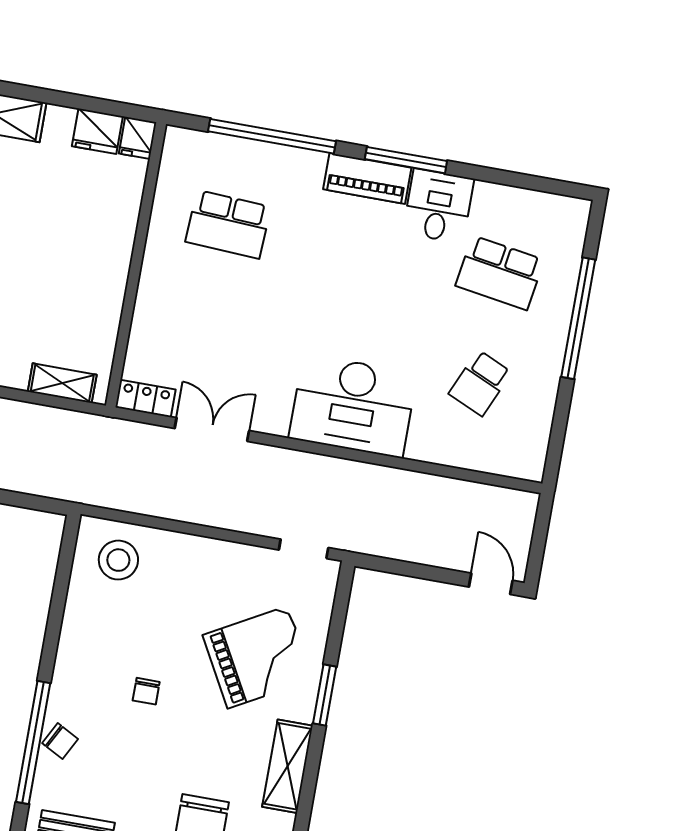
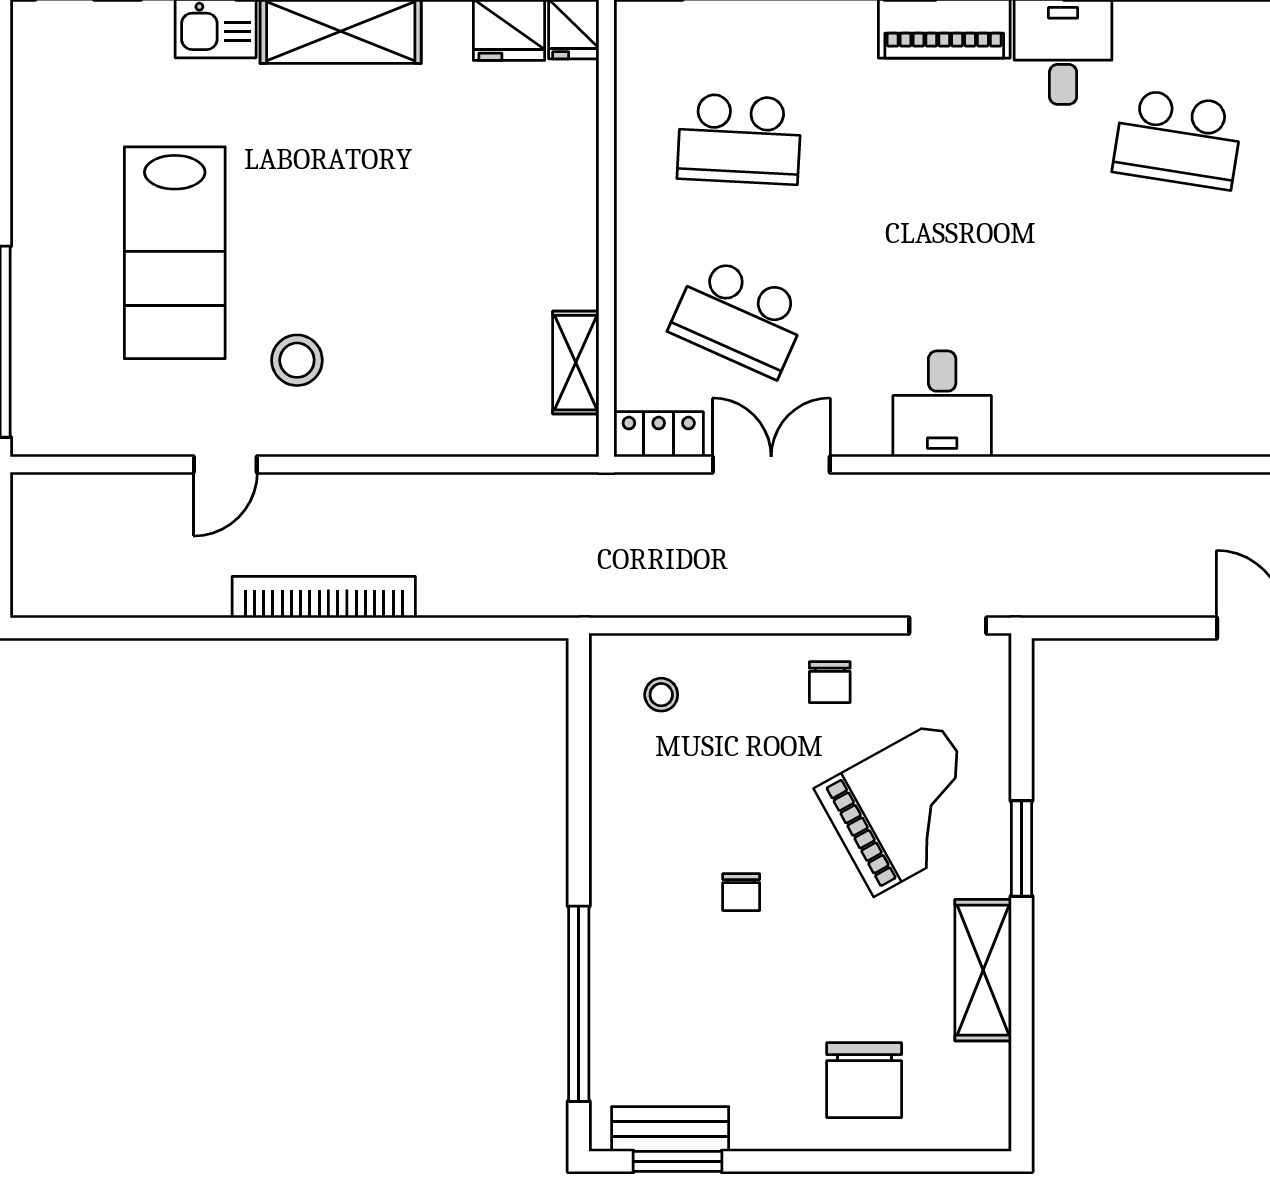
shelving: (62, 383) -> (576, 363), moved, turned 90
school desk: (480, 383) -> (739, 317), moved, width x1.85
desk: (353, 406) -> (942, 404), width x0.53, depth x0.77
stool: (118, 560) -> (661, 695), width x0.53, depth x0.53
chair: (60, 741) -> (830, 682), moved, turned 62

